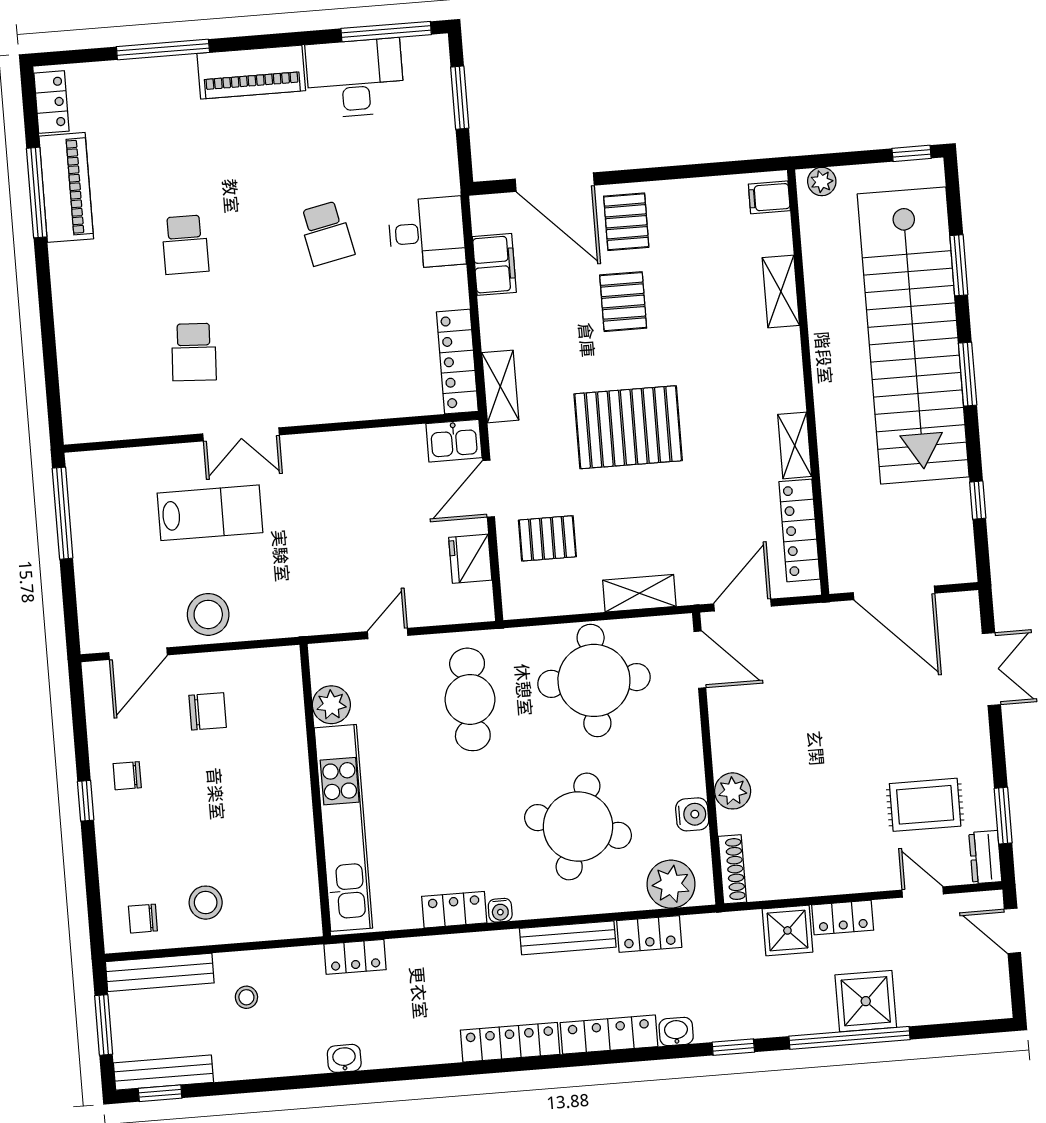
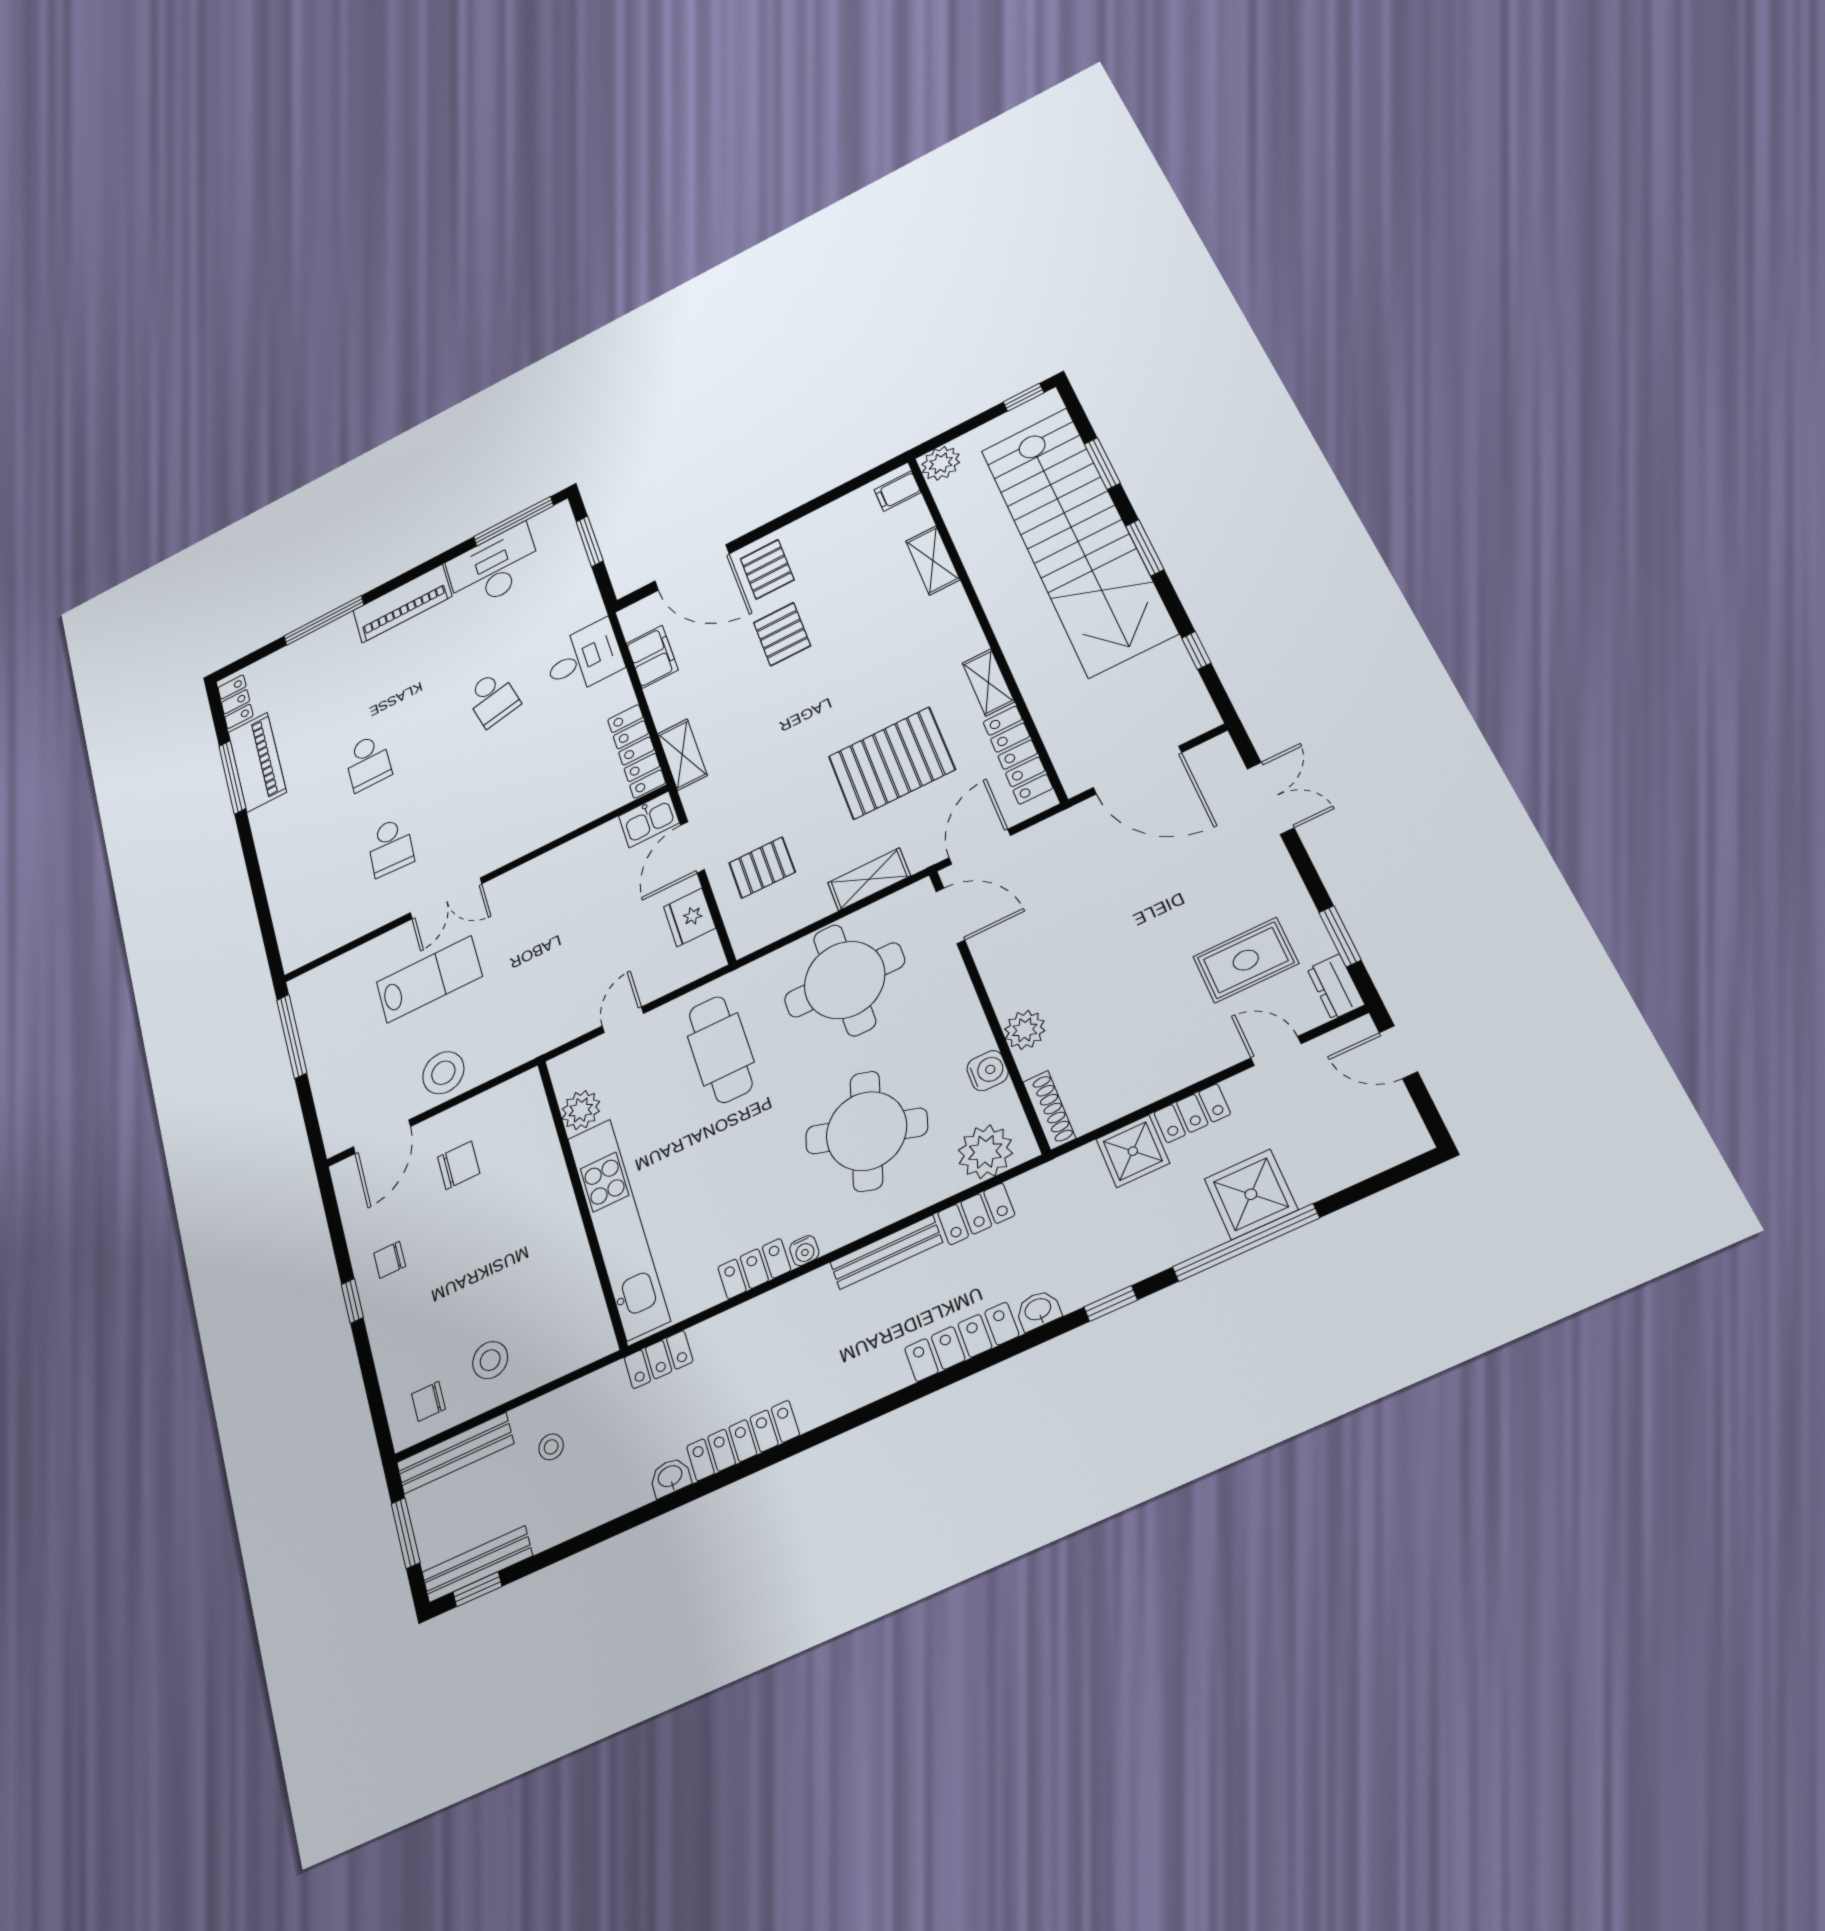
plant: (822, 182) -> (941, 463), width x1.38, depth x1.38
pallet: (628, 427) -> (891, 763), moved
locker: (510, 1042) -> (743, 1441), moved

